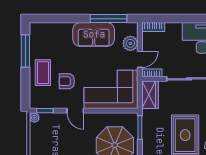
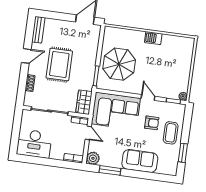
window: (108, 19) -> (110, 170), width x0.69
sofa: (94, 34) -> (140, 161), moved
plant: (130, 43) -> (93, 158), moved
window: (25, 51) -> (183, 153), width x0.69
door: (140, 59) -> (88, 133), swing flipped

